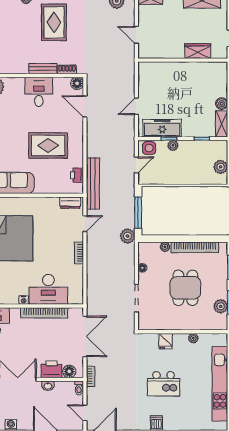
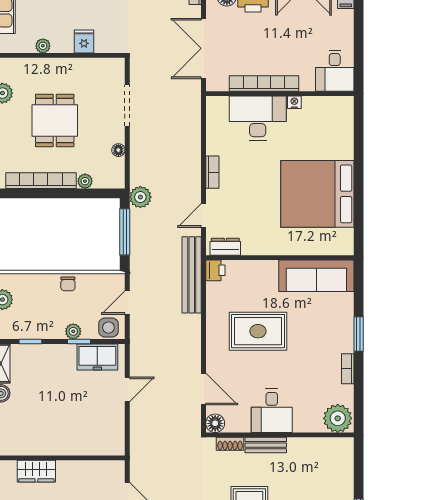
freezer: (162, 128) -> (97, 357), width x0.71
printer: (77, 175) -> (215, 270), moved
chair: (176, 177) -> (68, 284), added

